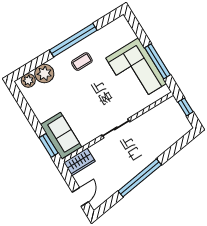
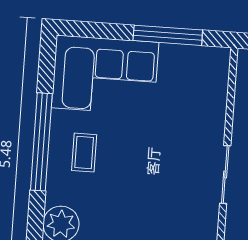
corner sofa: (136, 71) -> (105, 75), moved

